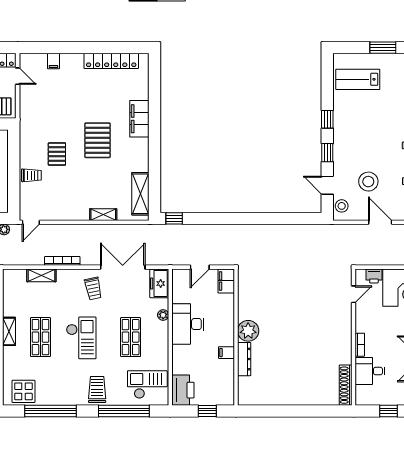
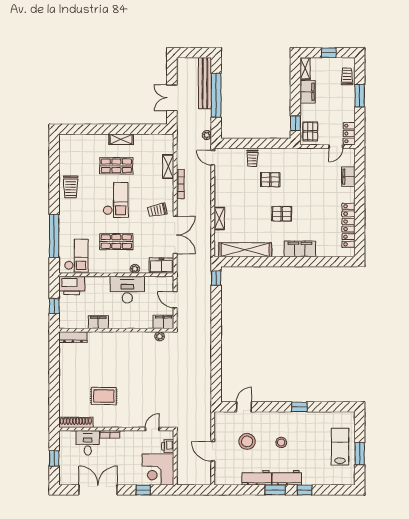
filing cabinet: (53, 61) -> (348, 177), width x2.00
lab bench: (358, 79) -> (340, 447), moved
pallet: (98, 140) -> (282, 214), width x0.67, depth x0.71
window: (327, 153) -> (271, 407), removed
shelving: (140, 194) -> (245, 250), width x1.47
stool: (342, 206) -> (281, 442), moved
door: (380, 222) -> (213, 451), swing flipped
door: (354, 294) -> (152, 429), swing flipped
plant: (248, 331) -> (160, 336), moved, width x0.53, depth x0.53
checkout: (81, 338) -> (116, 200), turned -90
rug: (314, 352) -> (104, 396), added
filing cabinet: (226, 353) -> (98, 322), width x2.00
dresser: (244, 359) -> (73, 337), moved
trolley: (97, 389) -> (71, 187), moved, turned 90
display table: (23, 391) -> (71, 151), removed
window: (50, 411) -> (54, 174), removed

